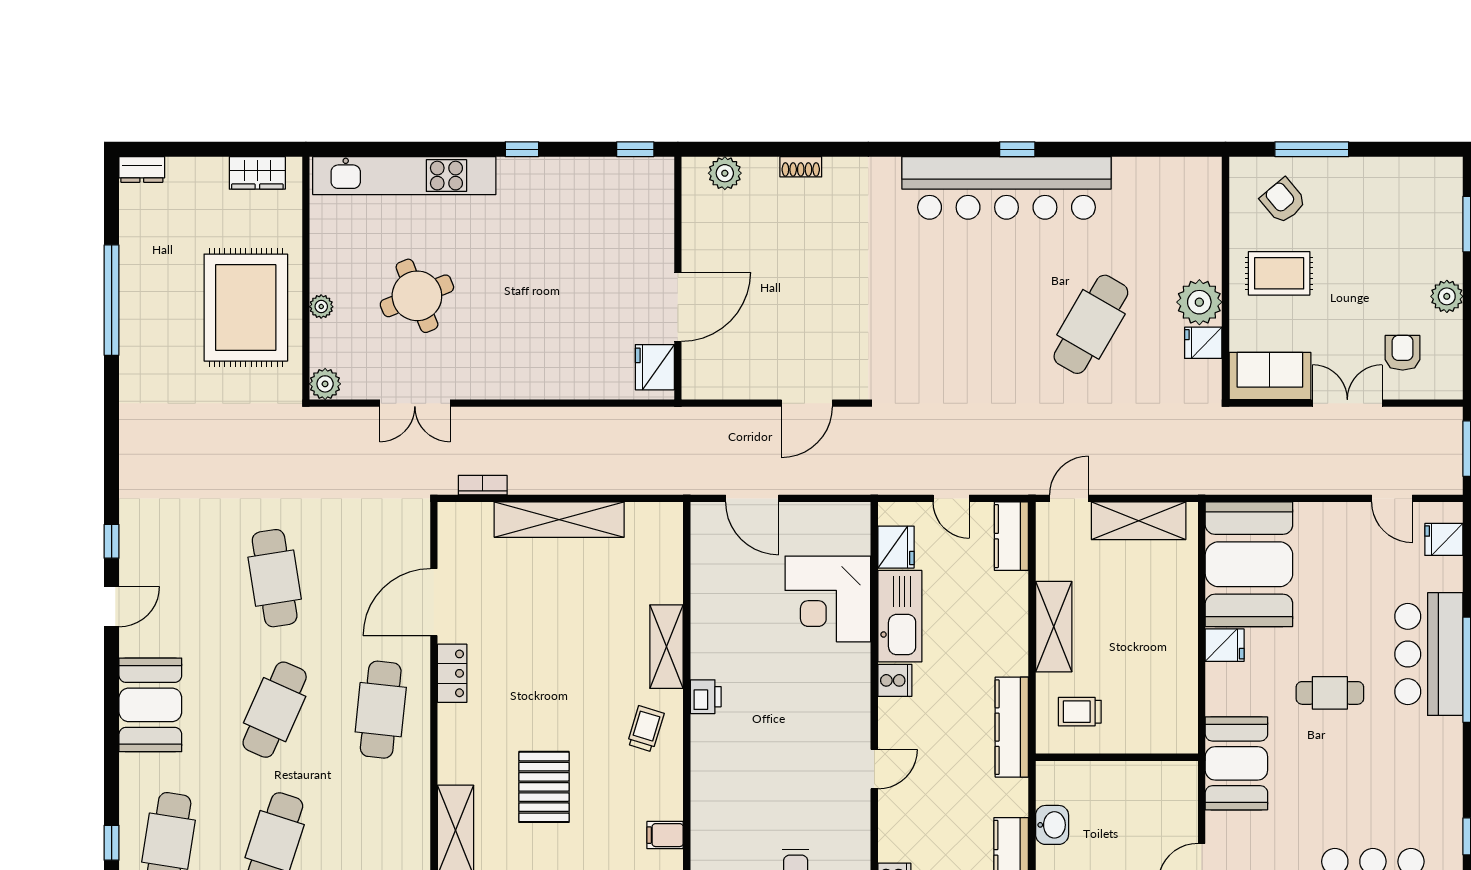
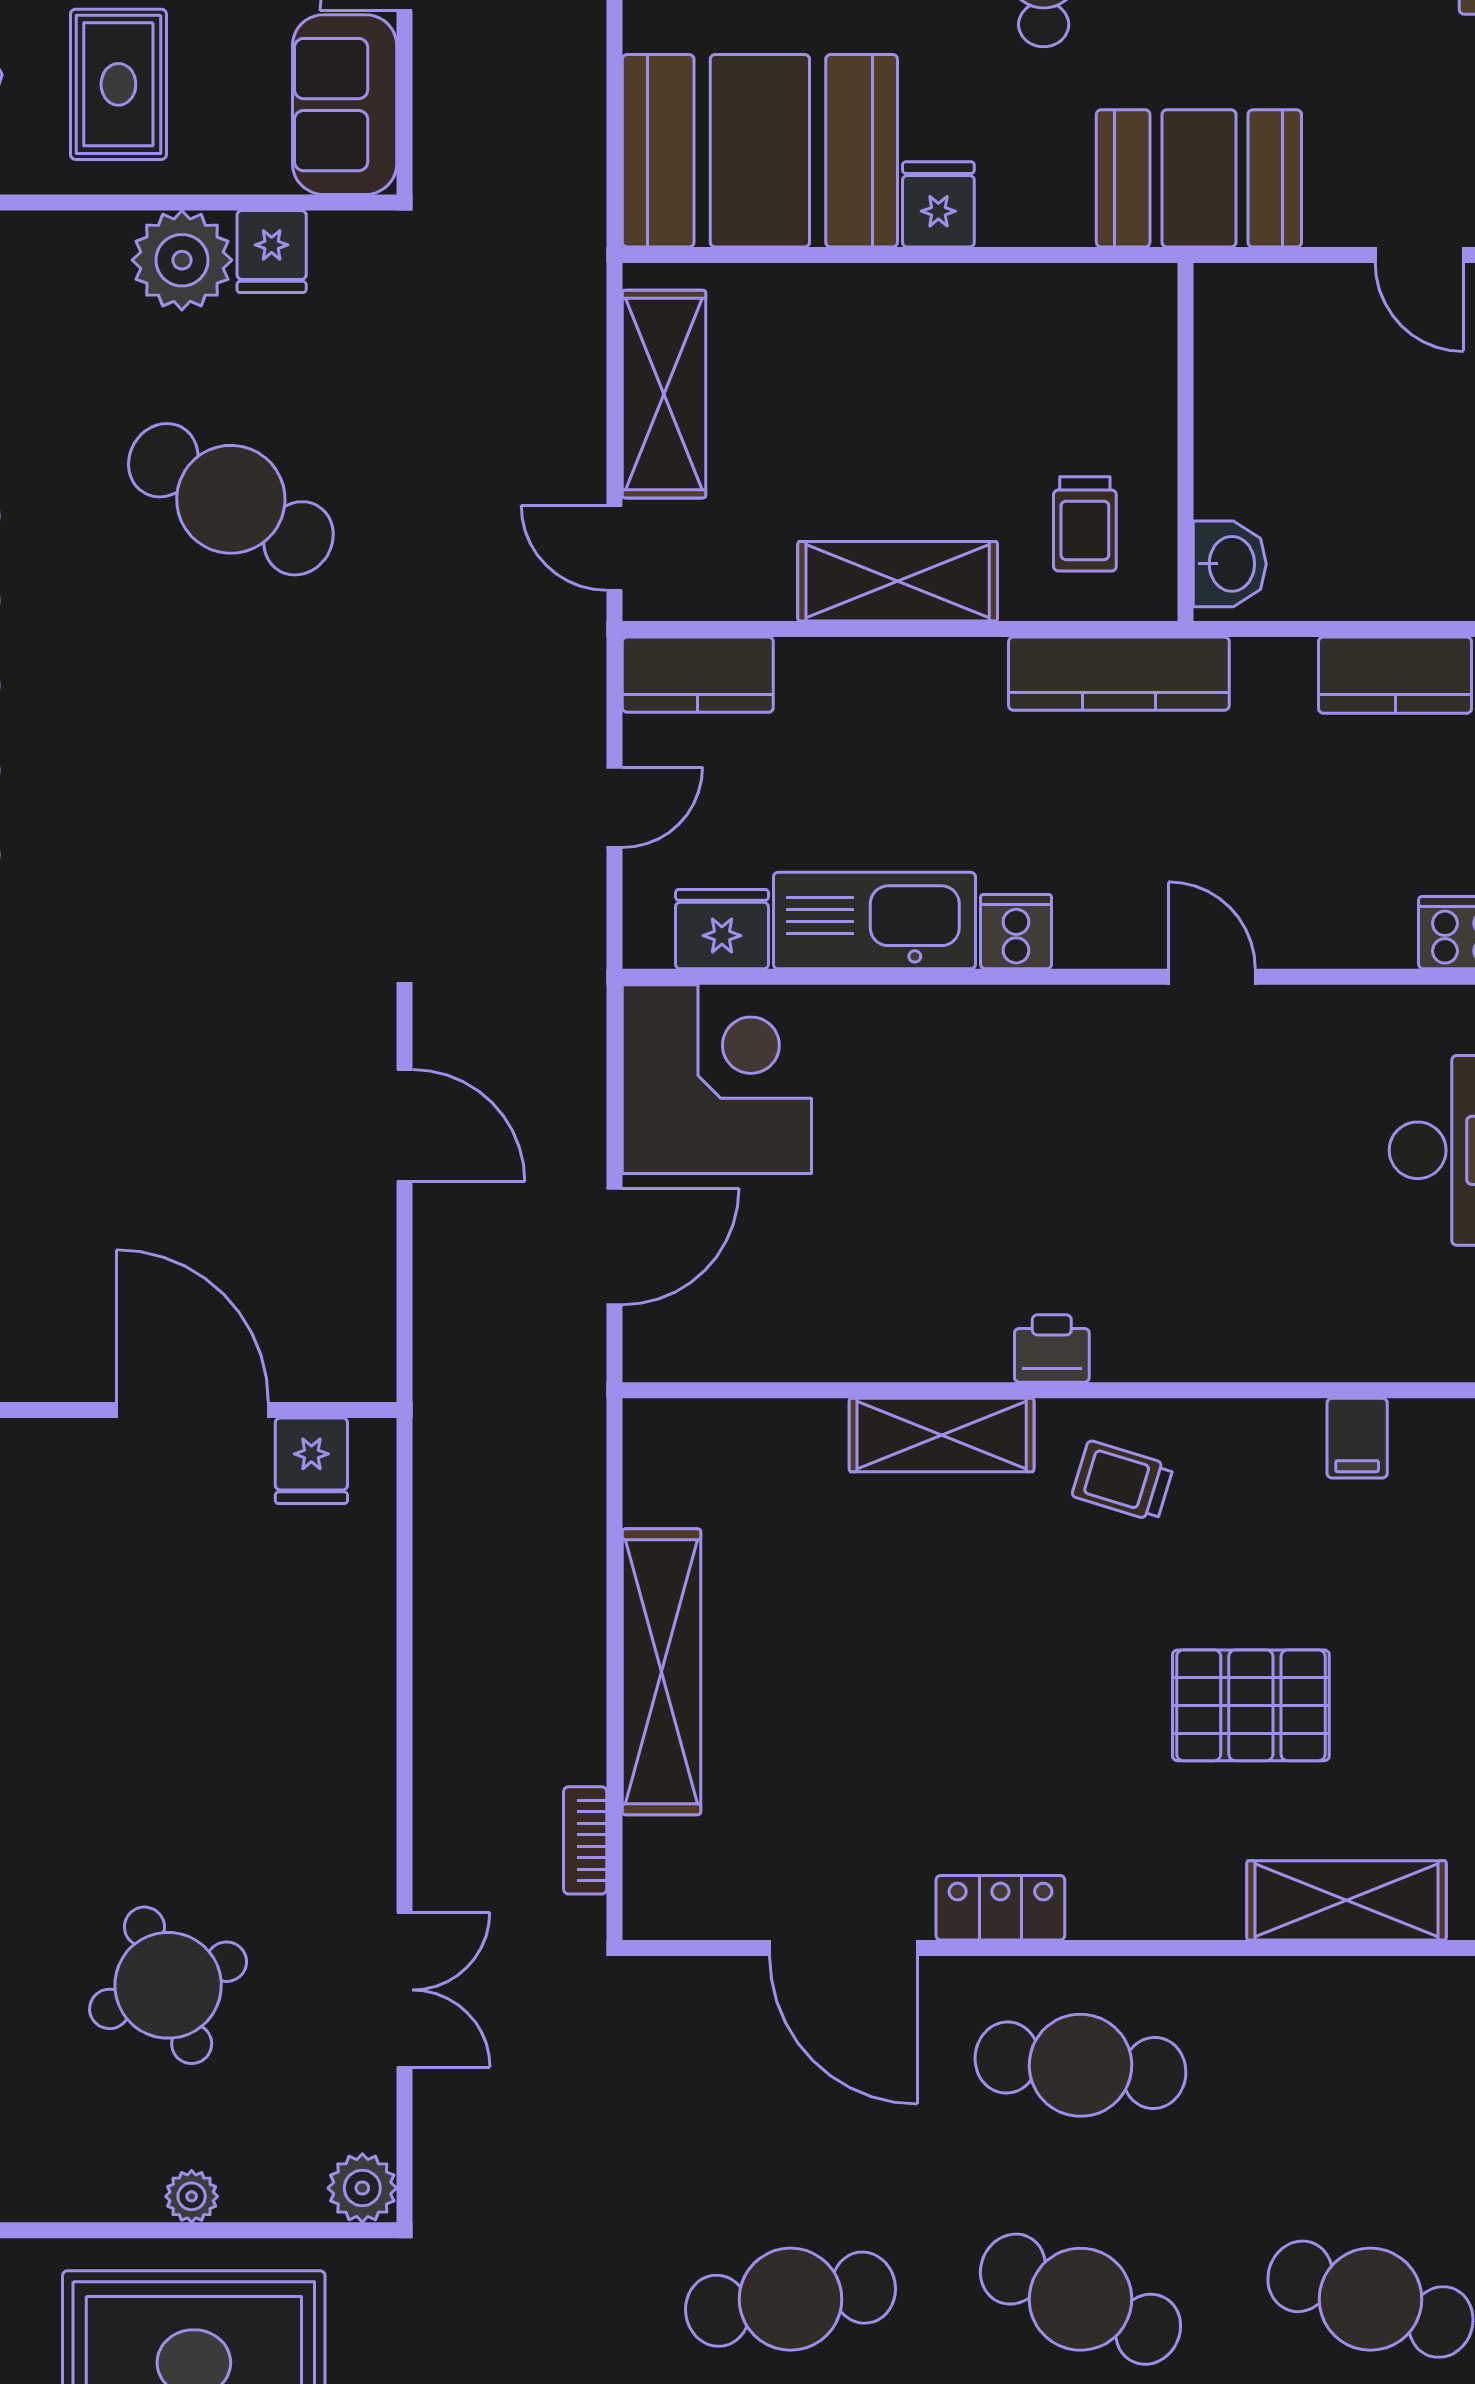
fridge: (655, 367) -> (311, 1461), width x0.72
corner desk: (828, 599) -> (717, 1079), moved, turned -90
washbasin: (1052, 825) -> (1230, 564), moved, turned 90

